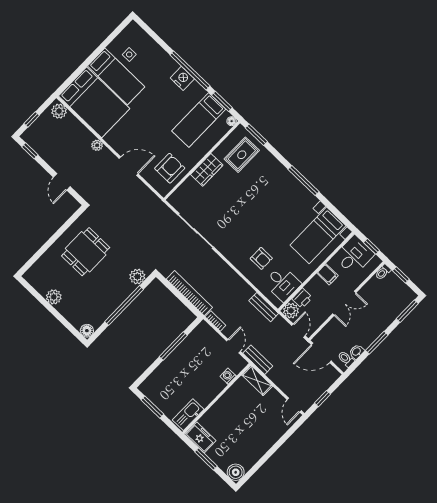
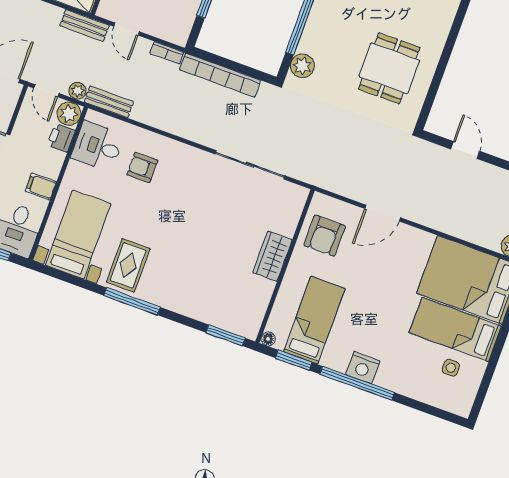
plant: (97, 145) -> (78, 91), moved
rug: (242, 155) -> (128, 265), moved

